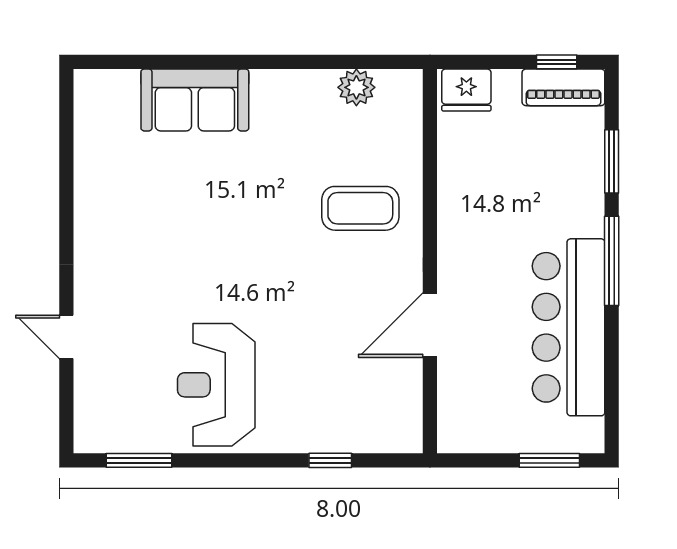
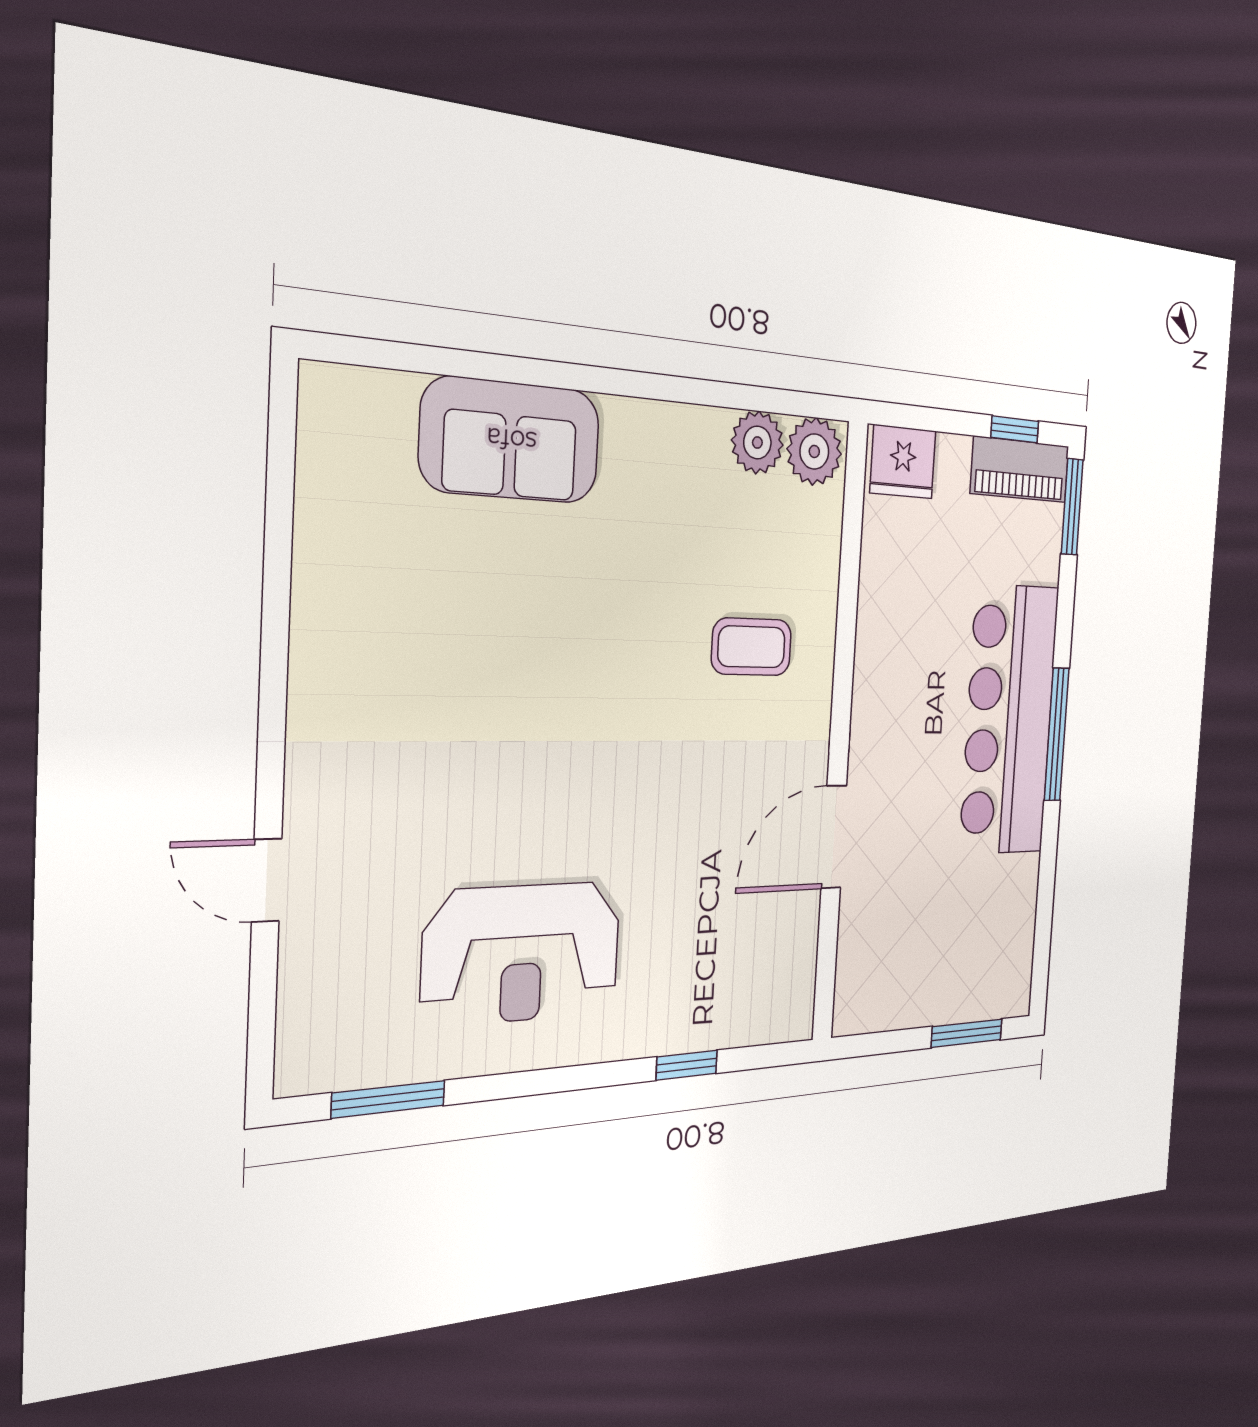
plant: (398, 89) -> (814, 451), added
window: (612, 161) -> (1072, 507), moved
coffee table: (360, 208) -> (752, 647), width x0.73, depth x0.77
bar counter: (569, 327) -> (1009, 720), moved
reception desk: (216, 385) -> (522, 953), turned -90

